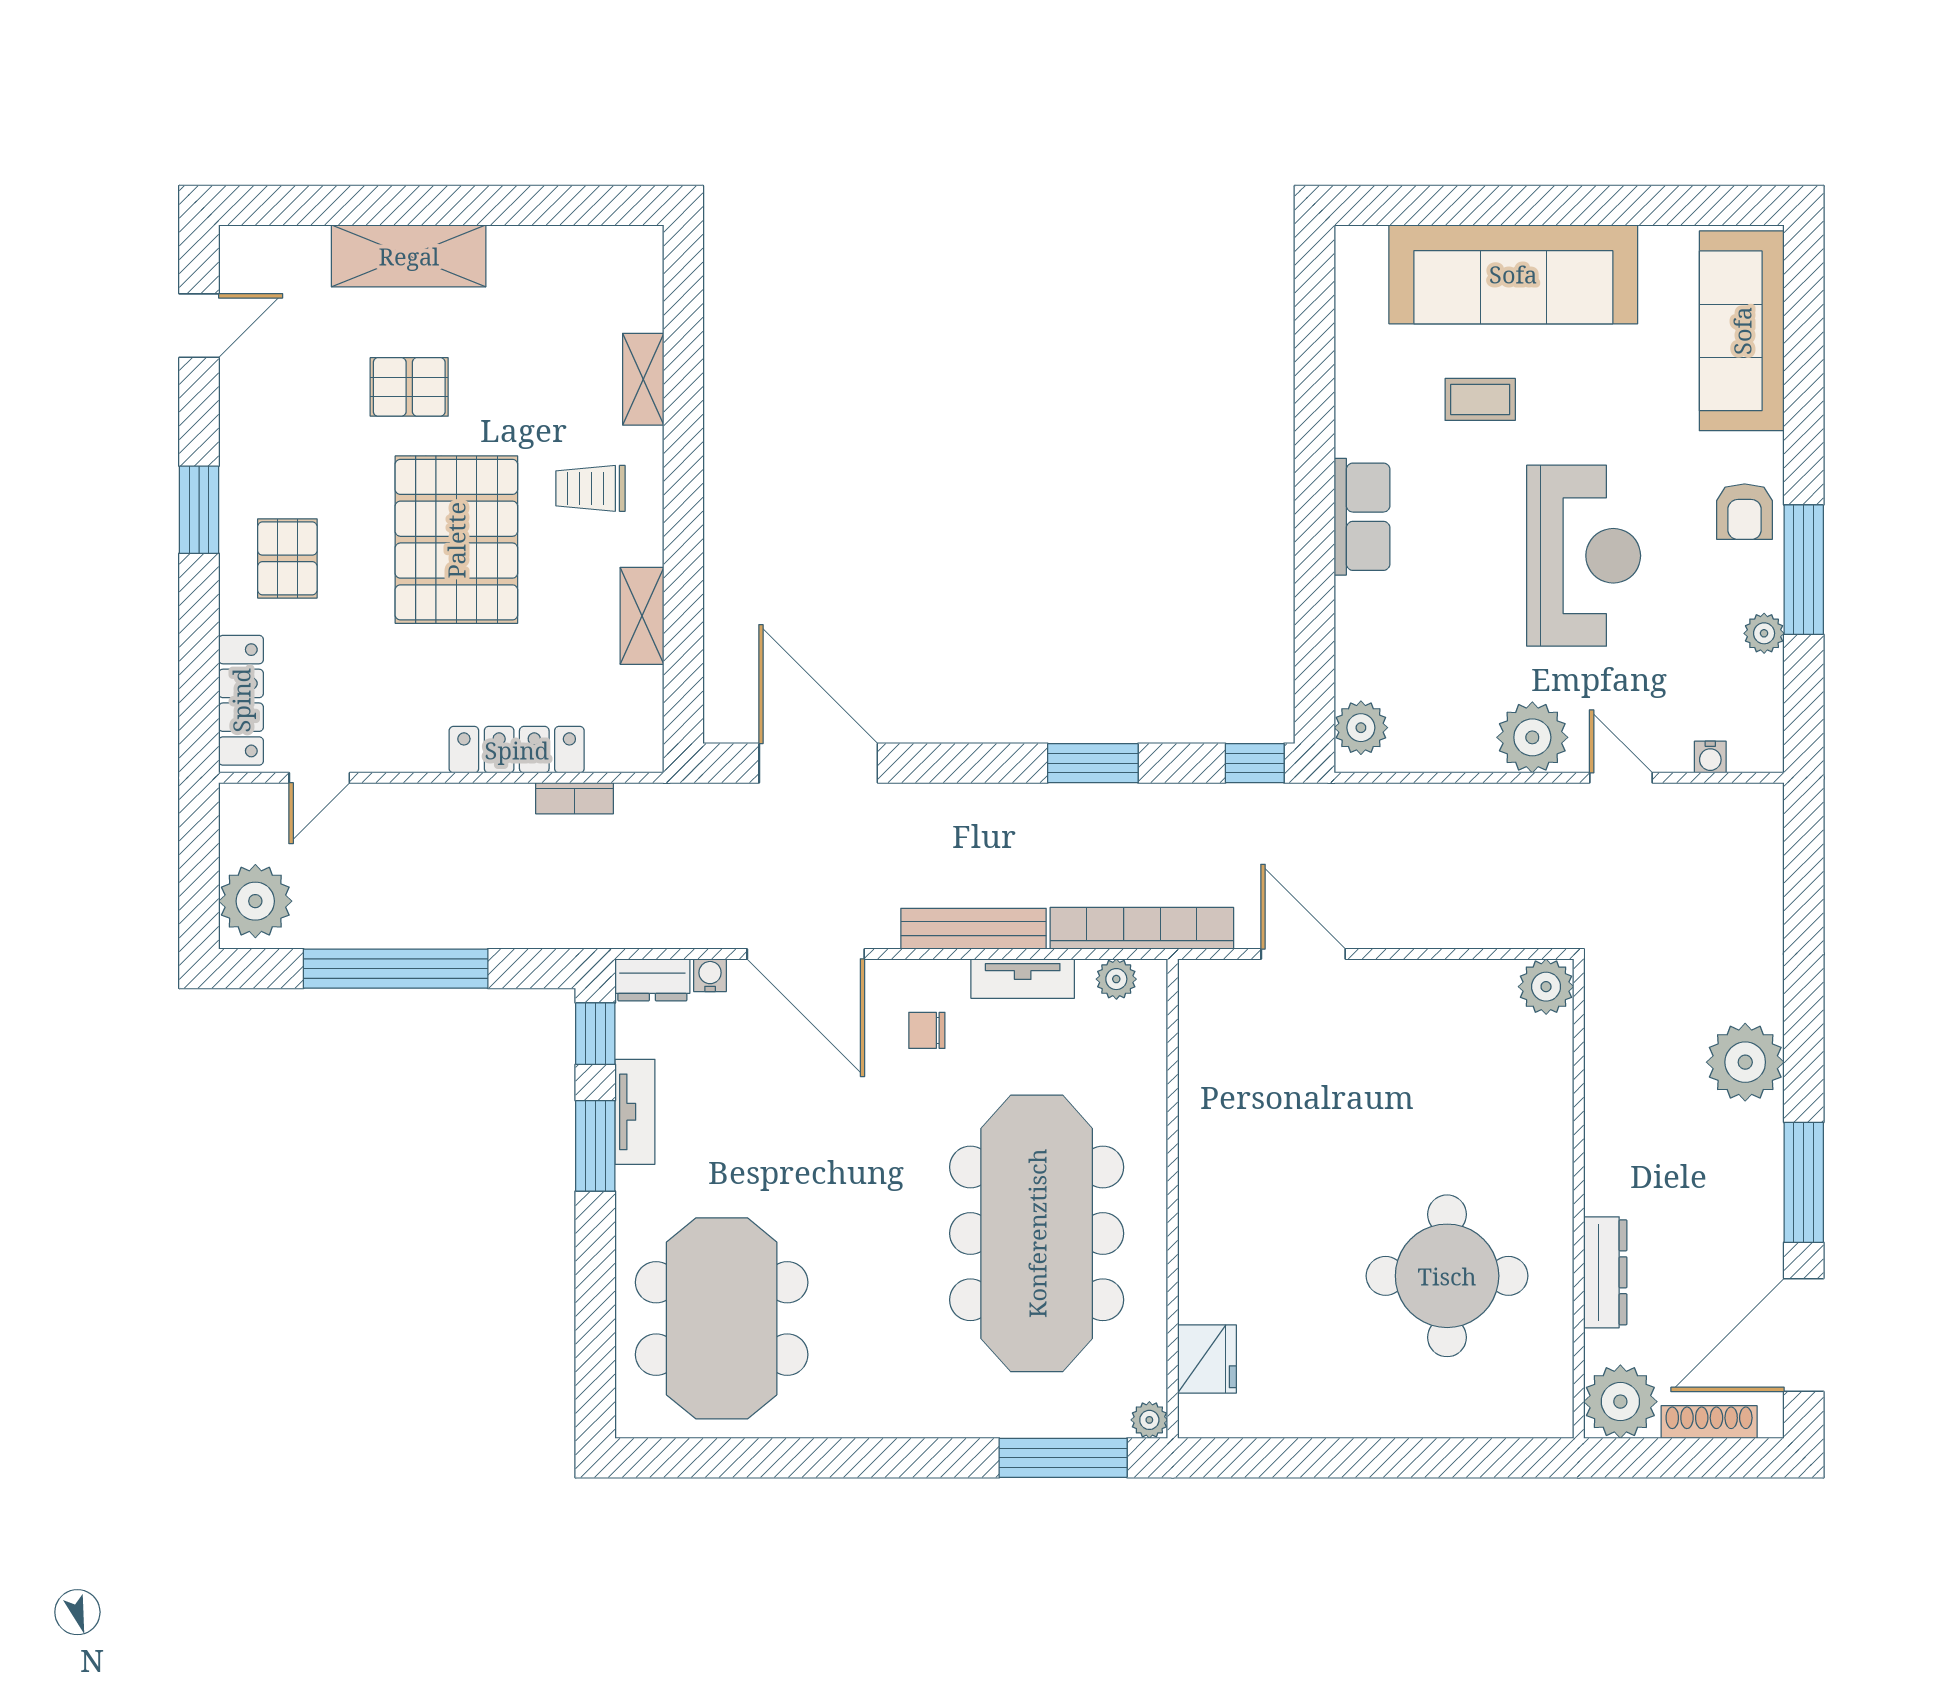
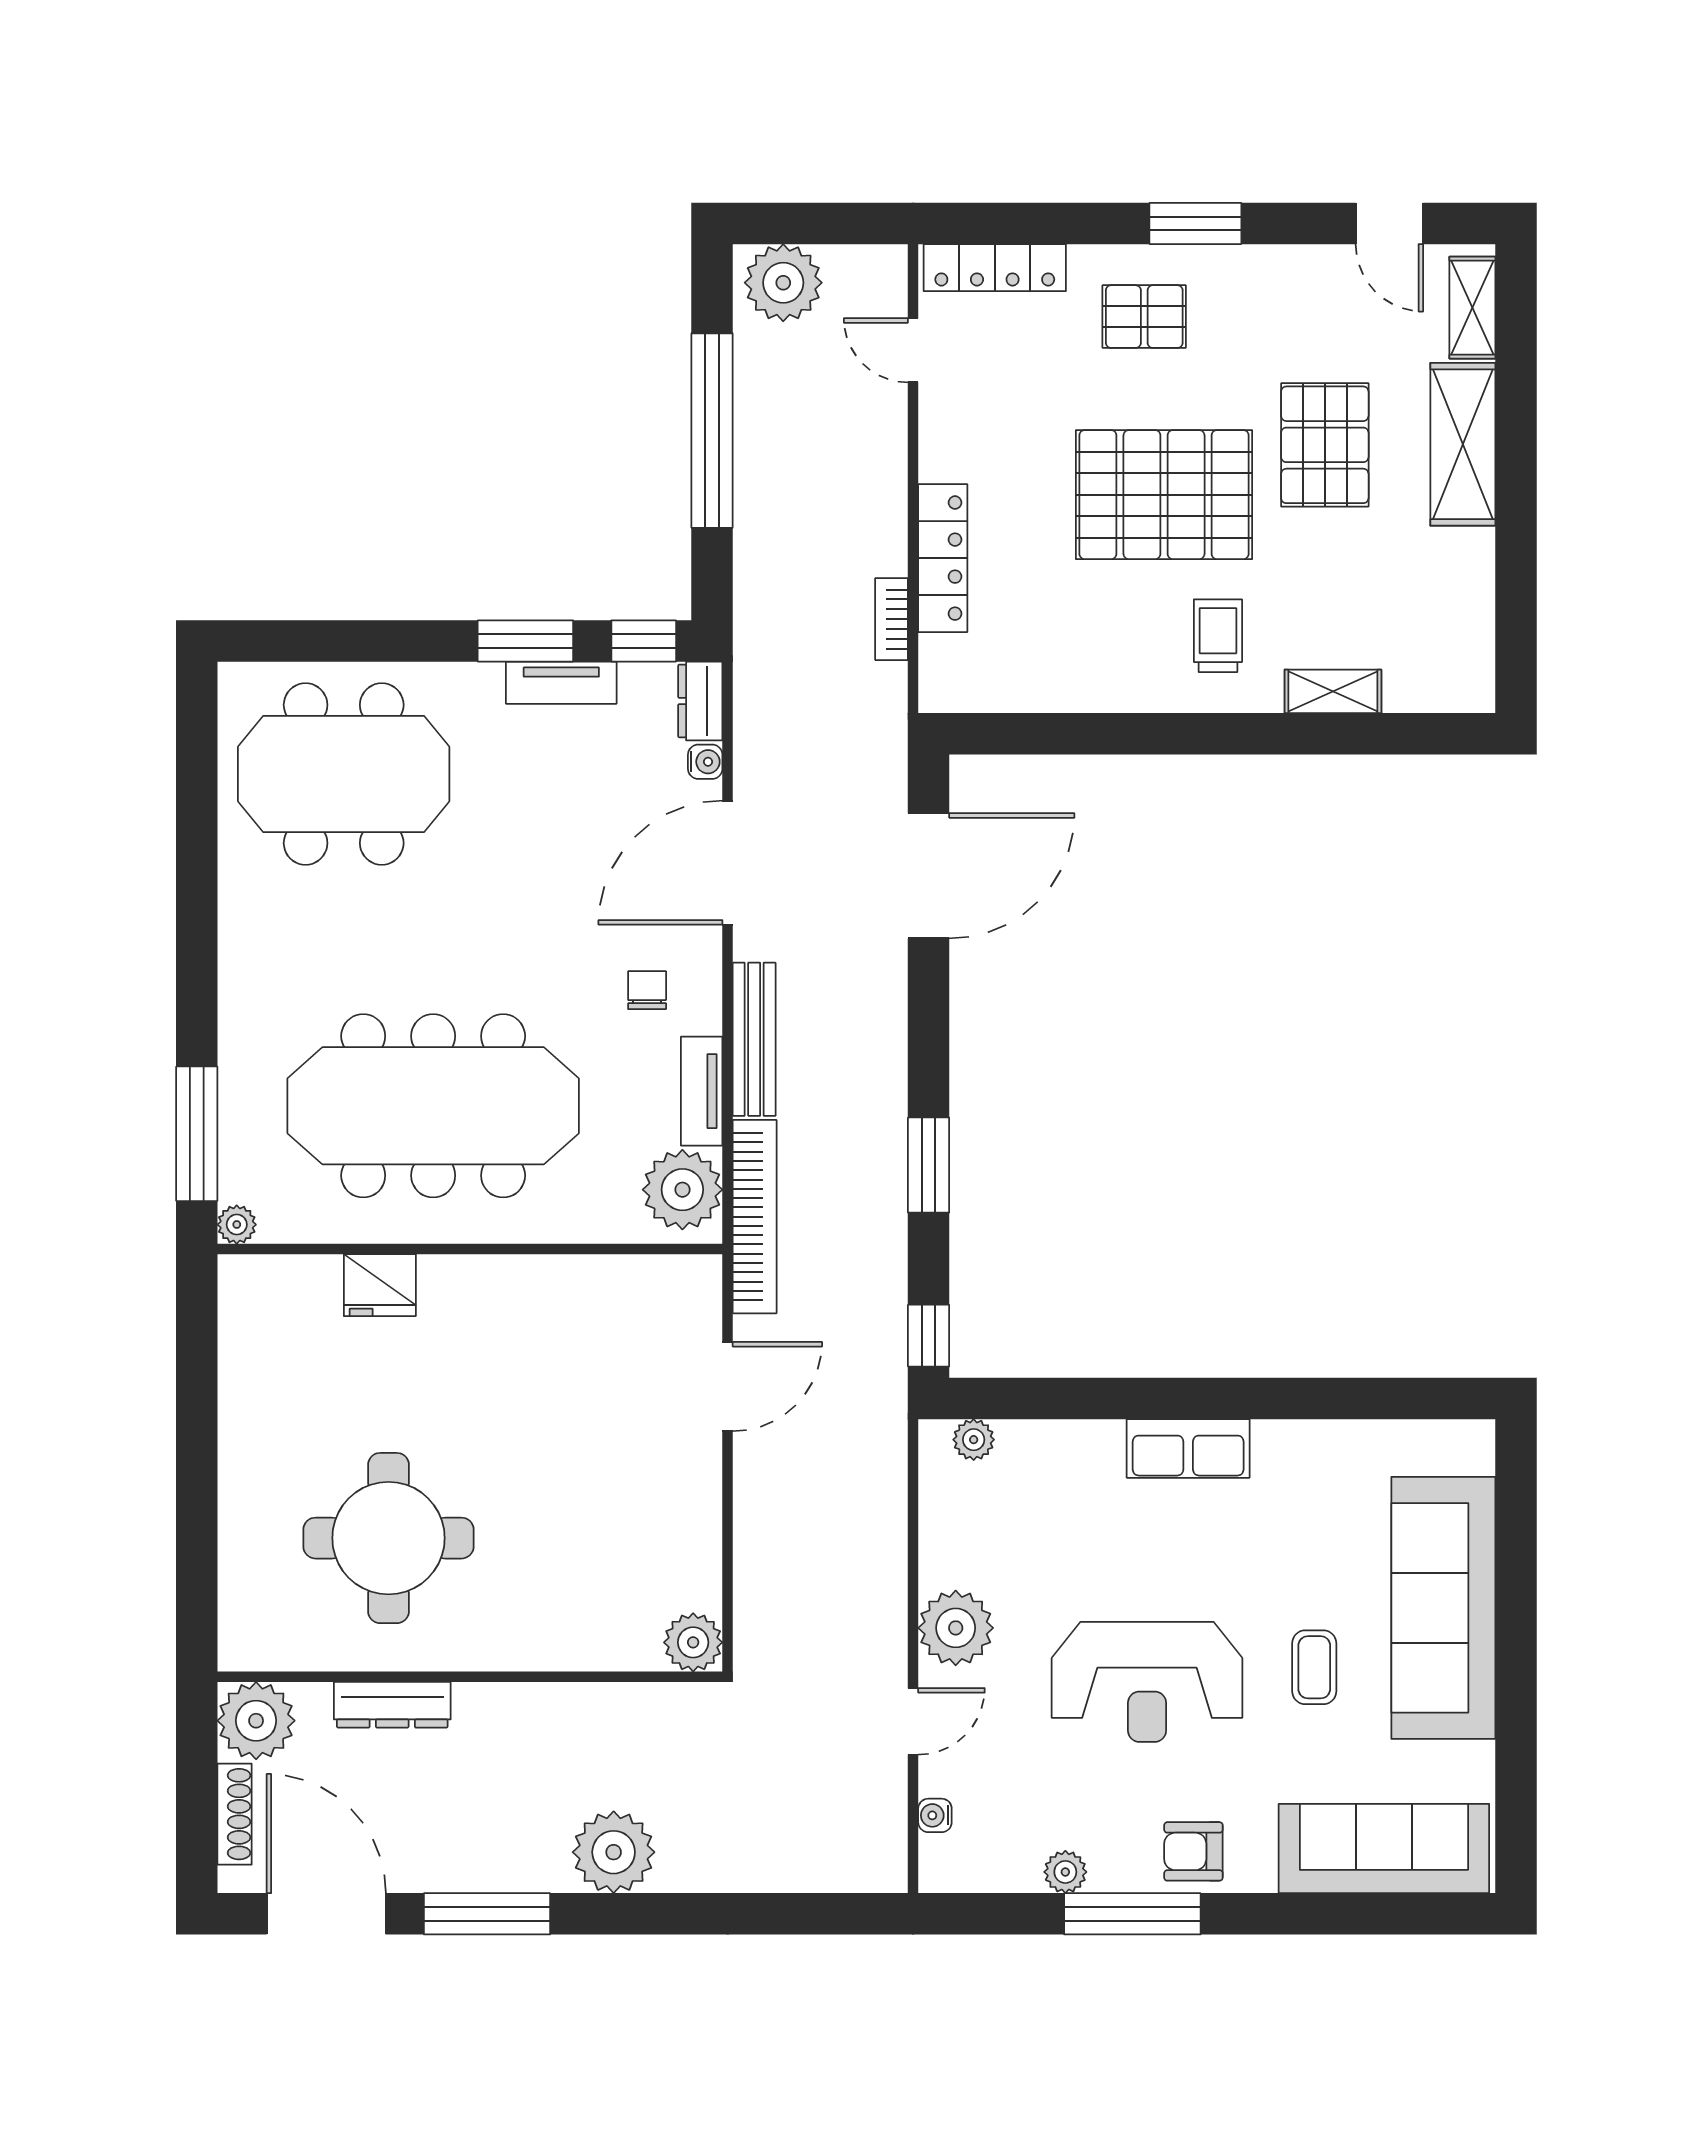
pallet: (409, 387) -> (1325, 445), width x1.50, depth x1.42
coffee table: (1480, 399) -> (1314, 1667), moved
shelving: (642, 616) -> (1472, 308), moved, turned 90
plant: (1361, 728) -> (974, 1440), width x0.73, depth x0.73
plant: (1116, 979) -> (682, 1190), width x1.88, depth x1.88
fridge: (1207, 1359) -> (380, 1285), moved

